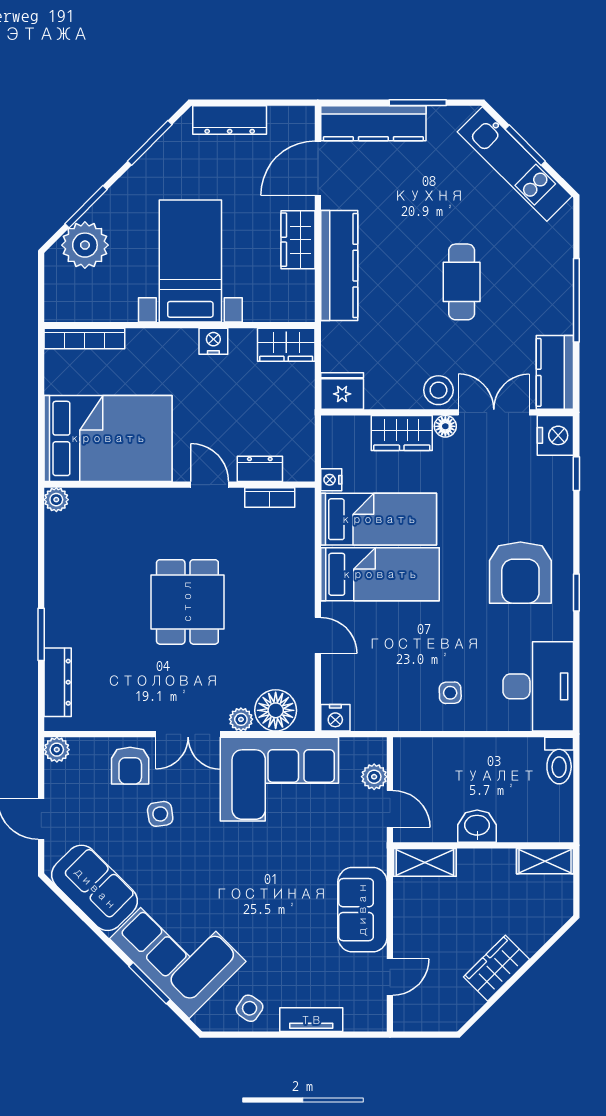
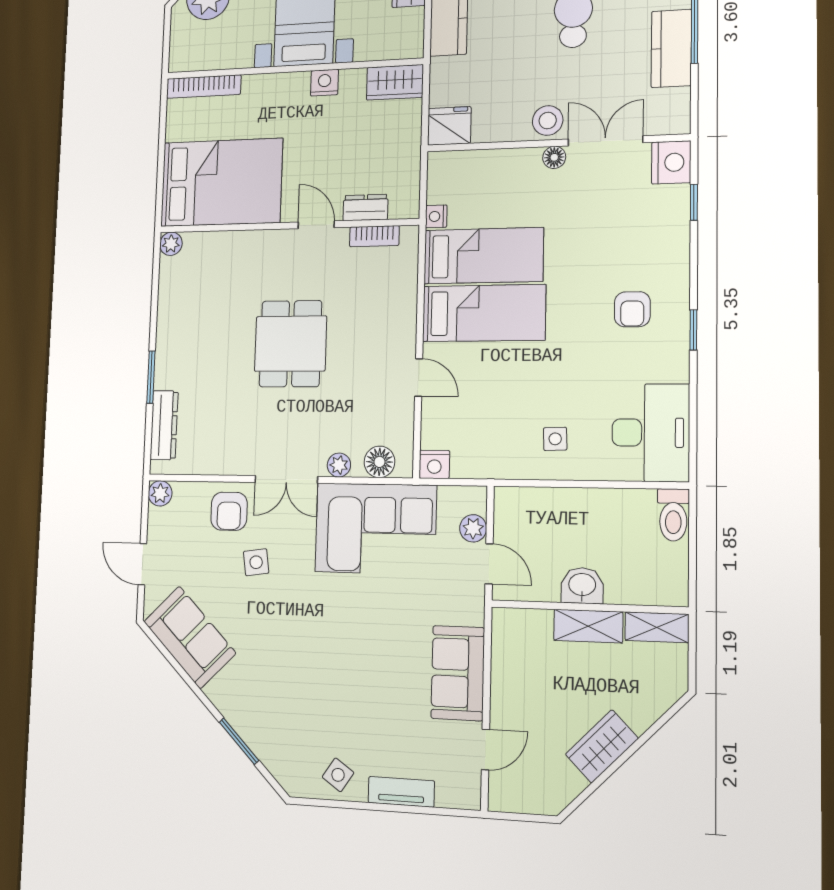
kitchen counter: (555, 372) -> (671, 48), moved
wardrobe: (402, 433) -> (509, 166), removed
armchair: (520, 573) -> (632, 309), width x0.53, depth x0.53
floor lamp: (276, 710) -> (379, 462), width x0.73, depth x0.73
shelving: (425, 862) -> (588, 626), moved
corner sofa: (178, 950) -> (268, 707), removed

